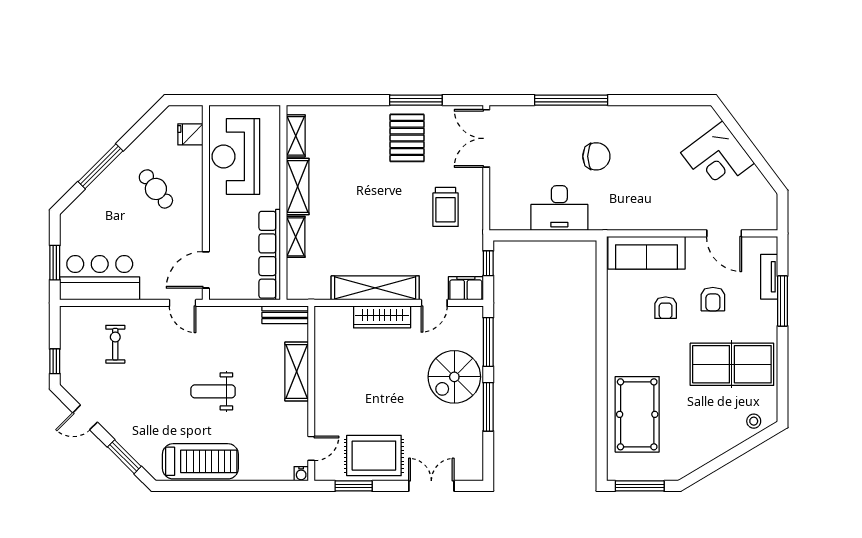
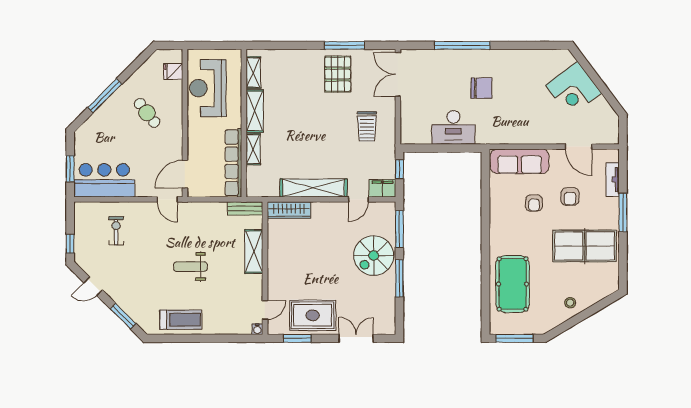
window: (783, 301) -> (623, 212), moved
wardrobe: (382, 317) -> (289, 210), moved
stool: (754, 421) -> (570, 303), moved
treadmill: (200, 461) -> (181, 320), width x0.73, depth x0.73

